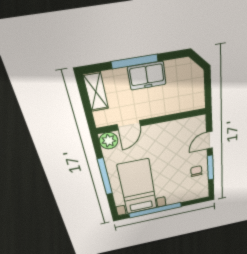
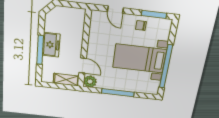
shelving: (96, 92) -> (66, 80), moved
window: (210, 168) -> (154, 14), moved
bed with nightstands: (138, 187) -> (139, 58), moved

